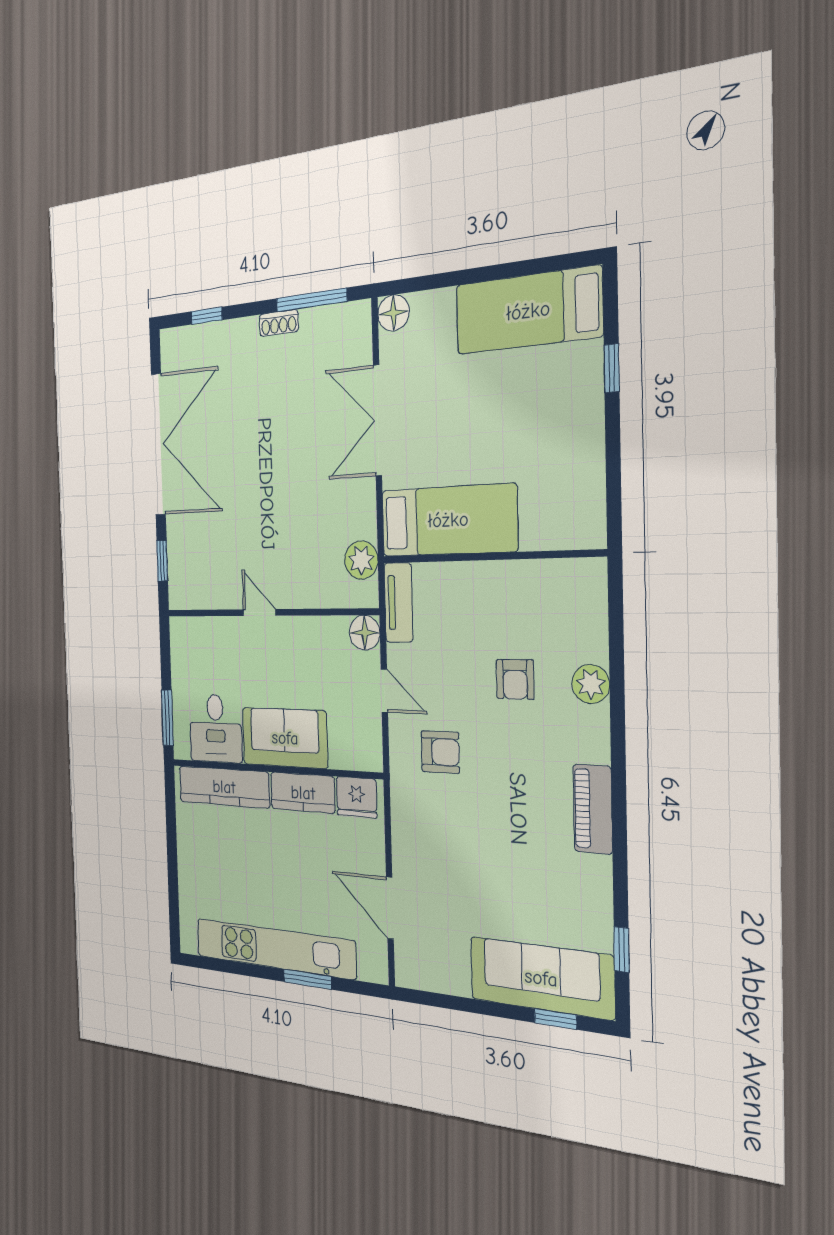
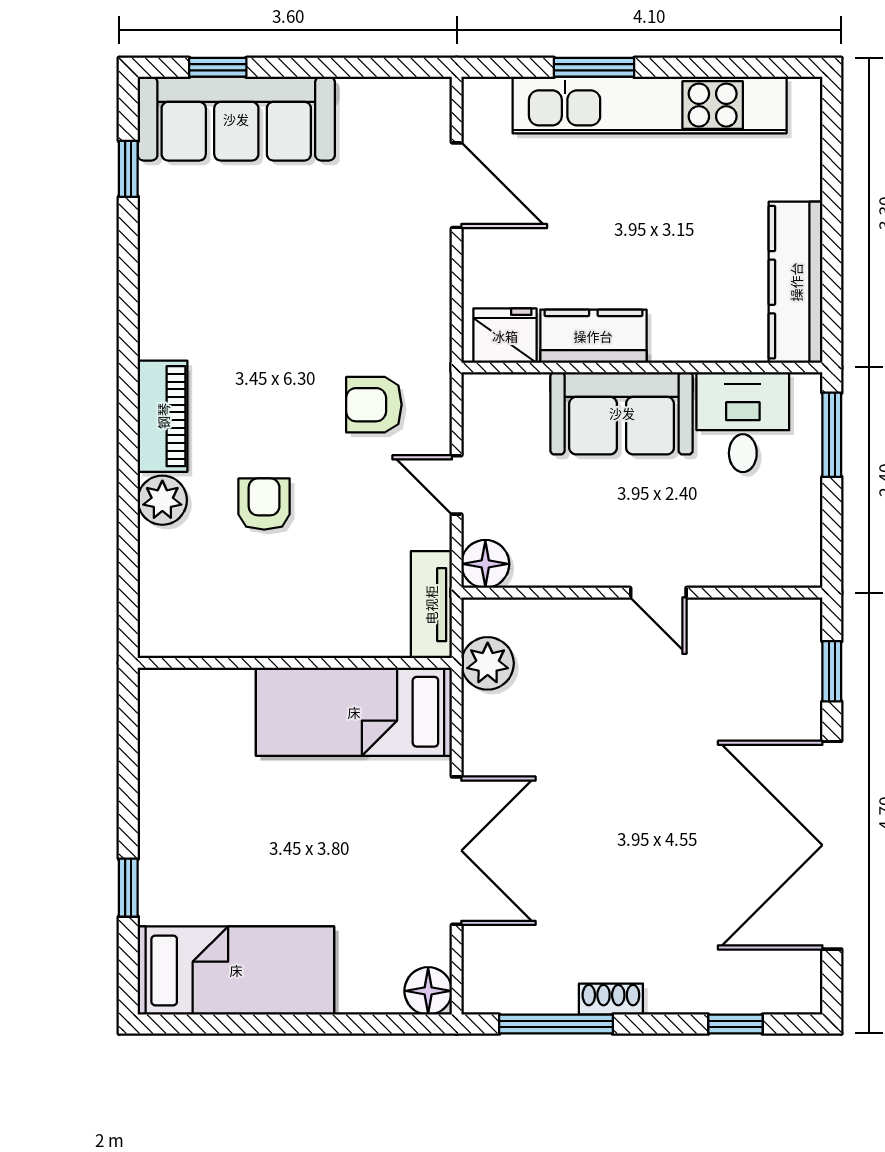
kitchen counter: (224, 787) -> (796, 282), moved, turned -90
piano: (593, 809) -> (163, 416), moved

